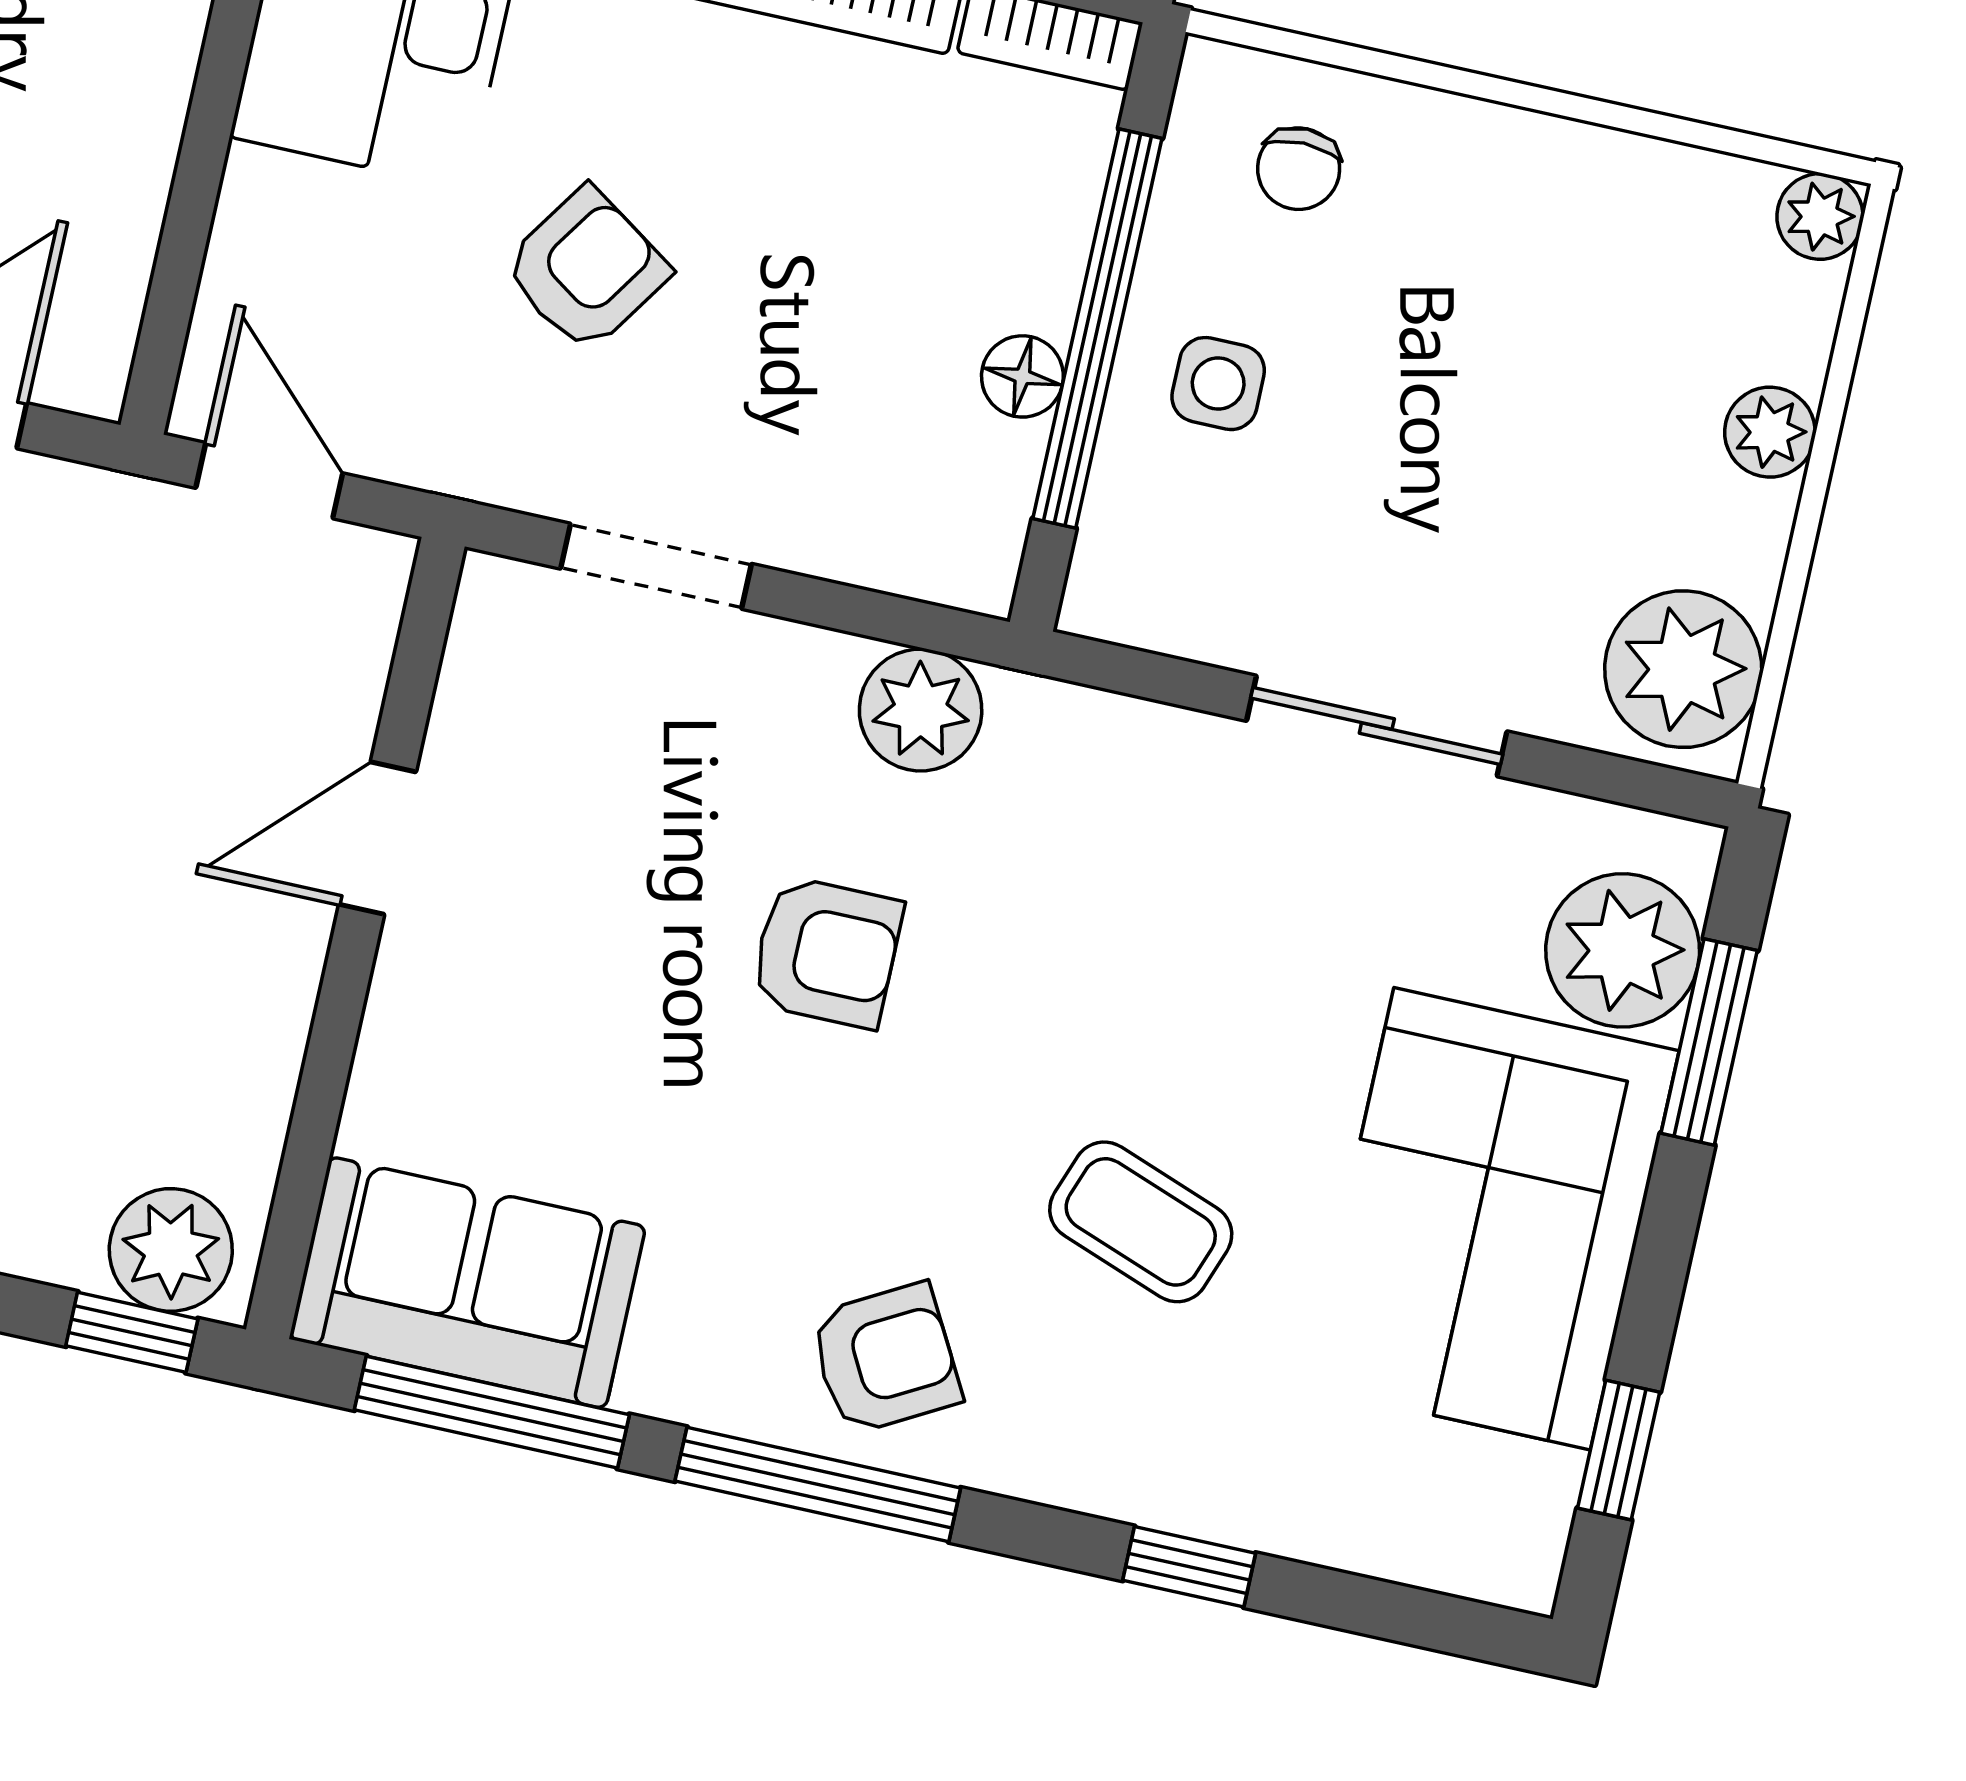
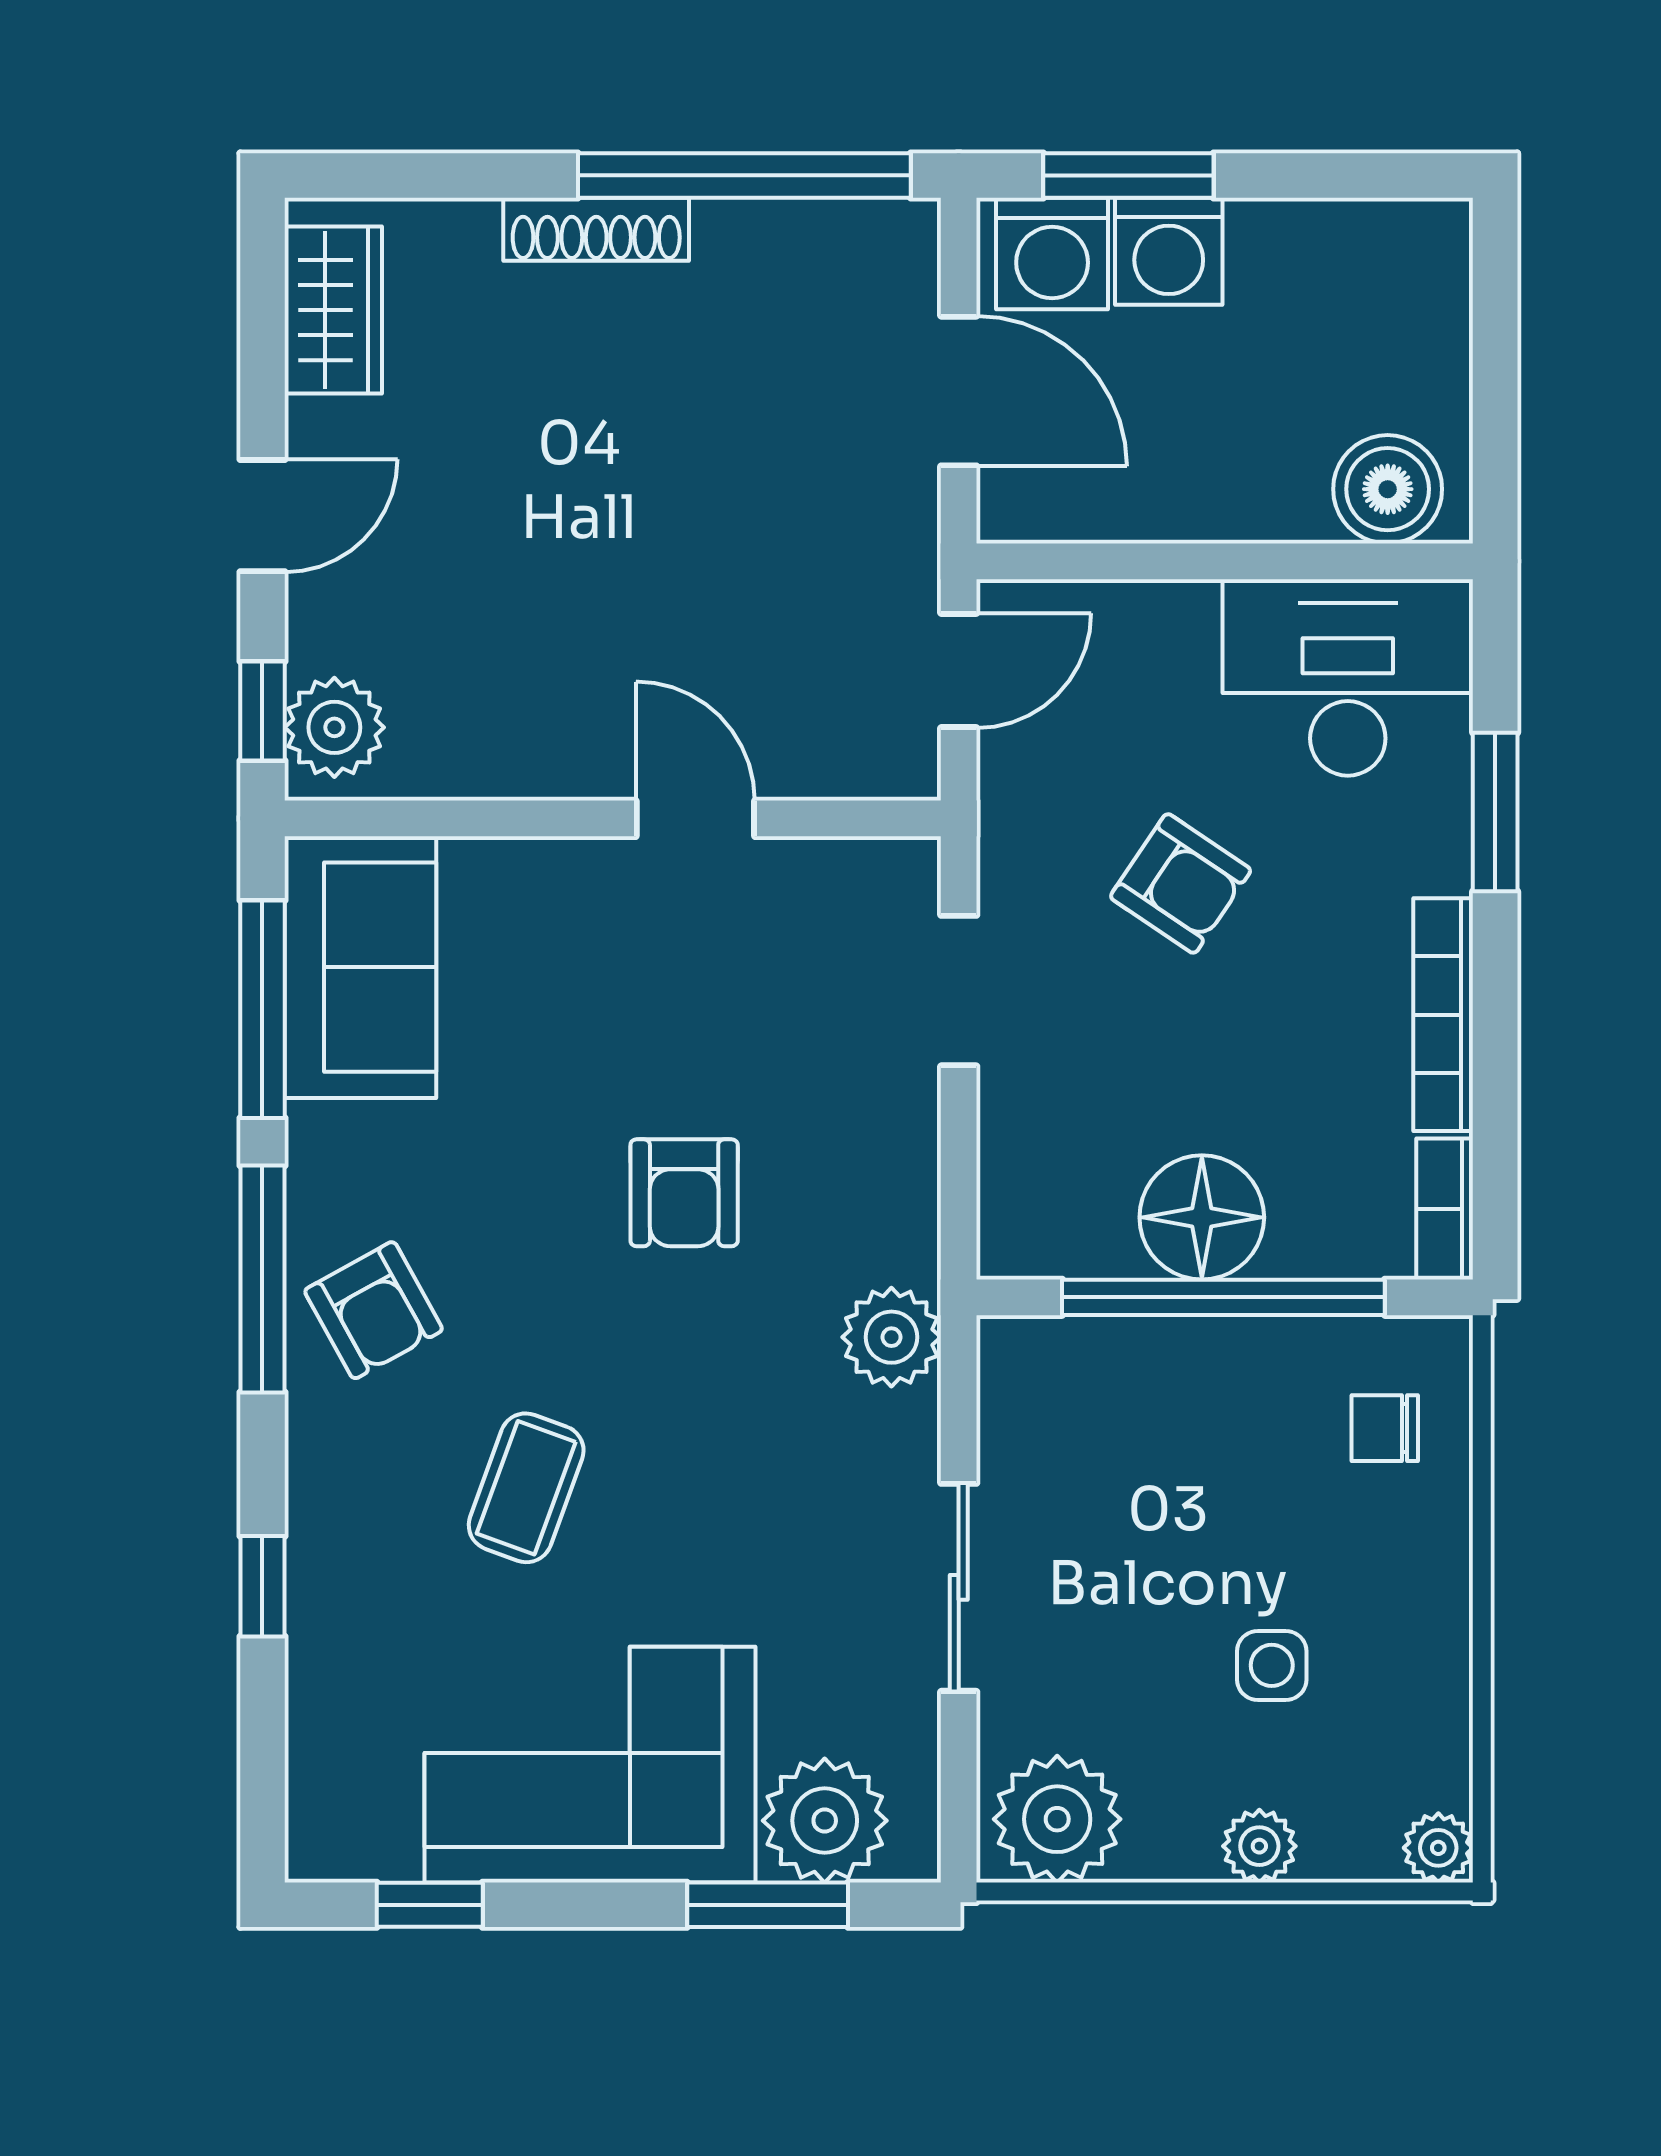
floor lamp: (1022, 376) -> (1202, 1217), width x1.89, depth x1.89
side table: (1218, 384) -> (1272, 1665), moved
plant: (921, 710) -> (891, 1337), moved

